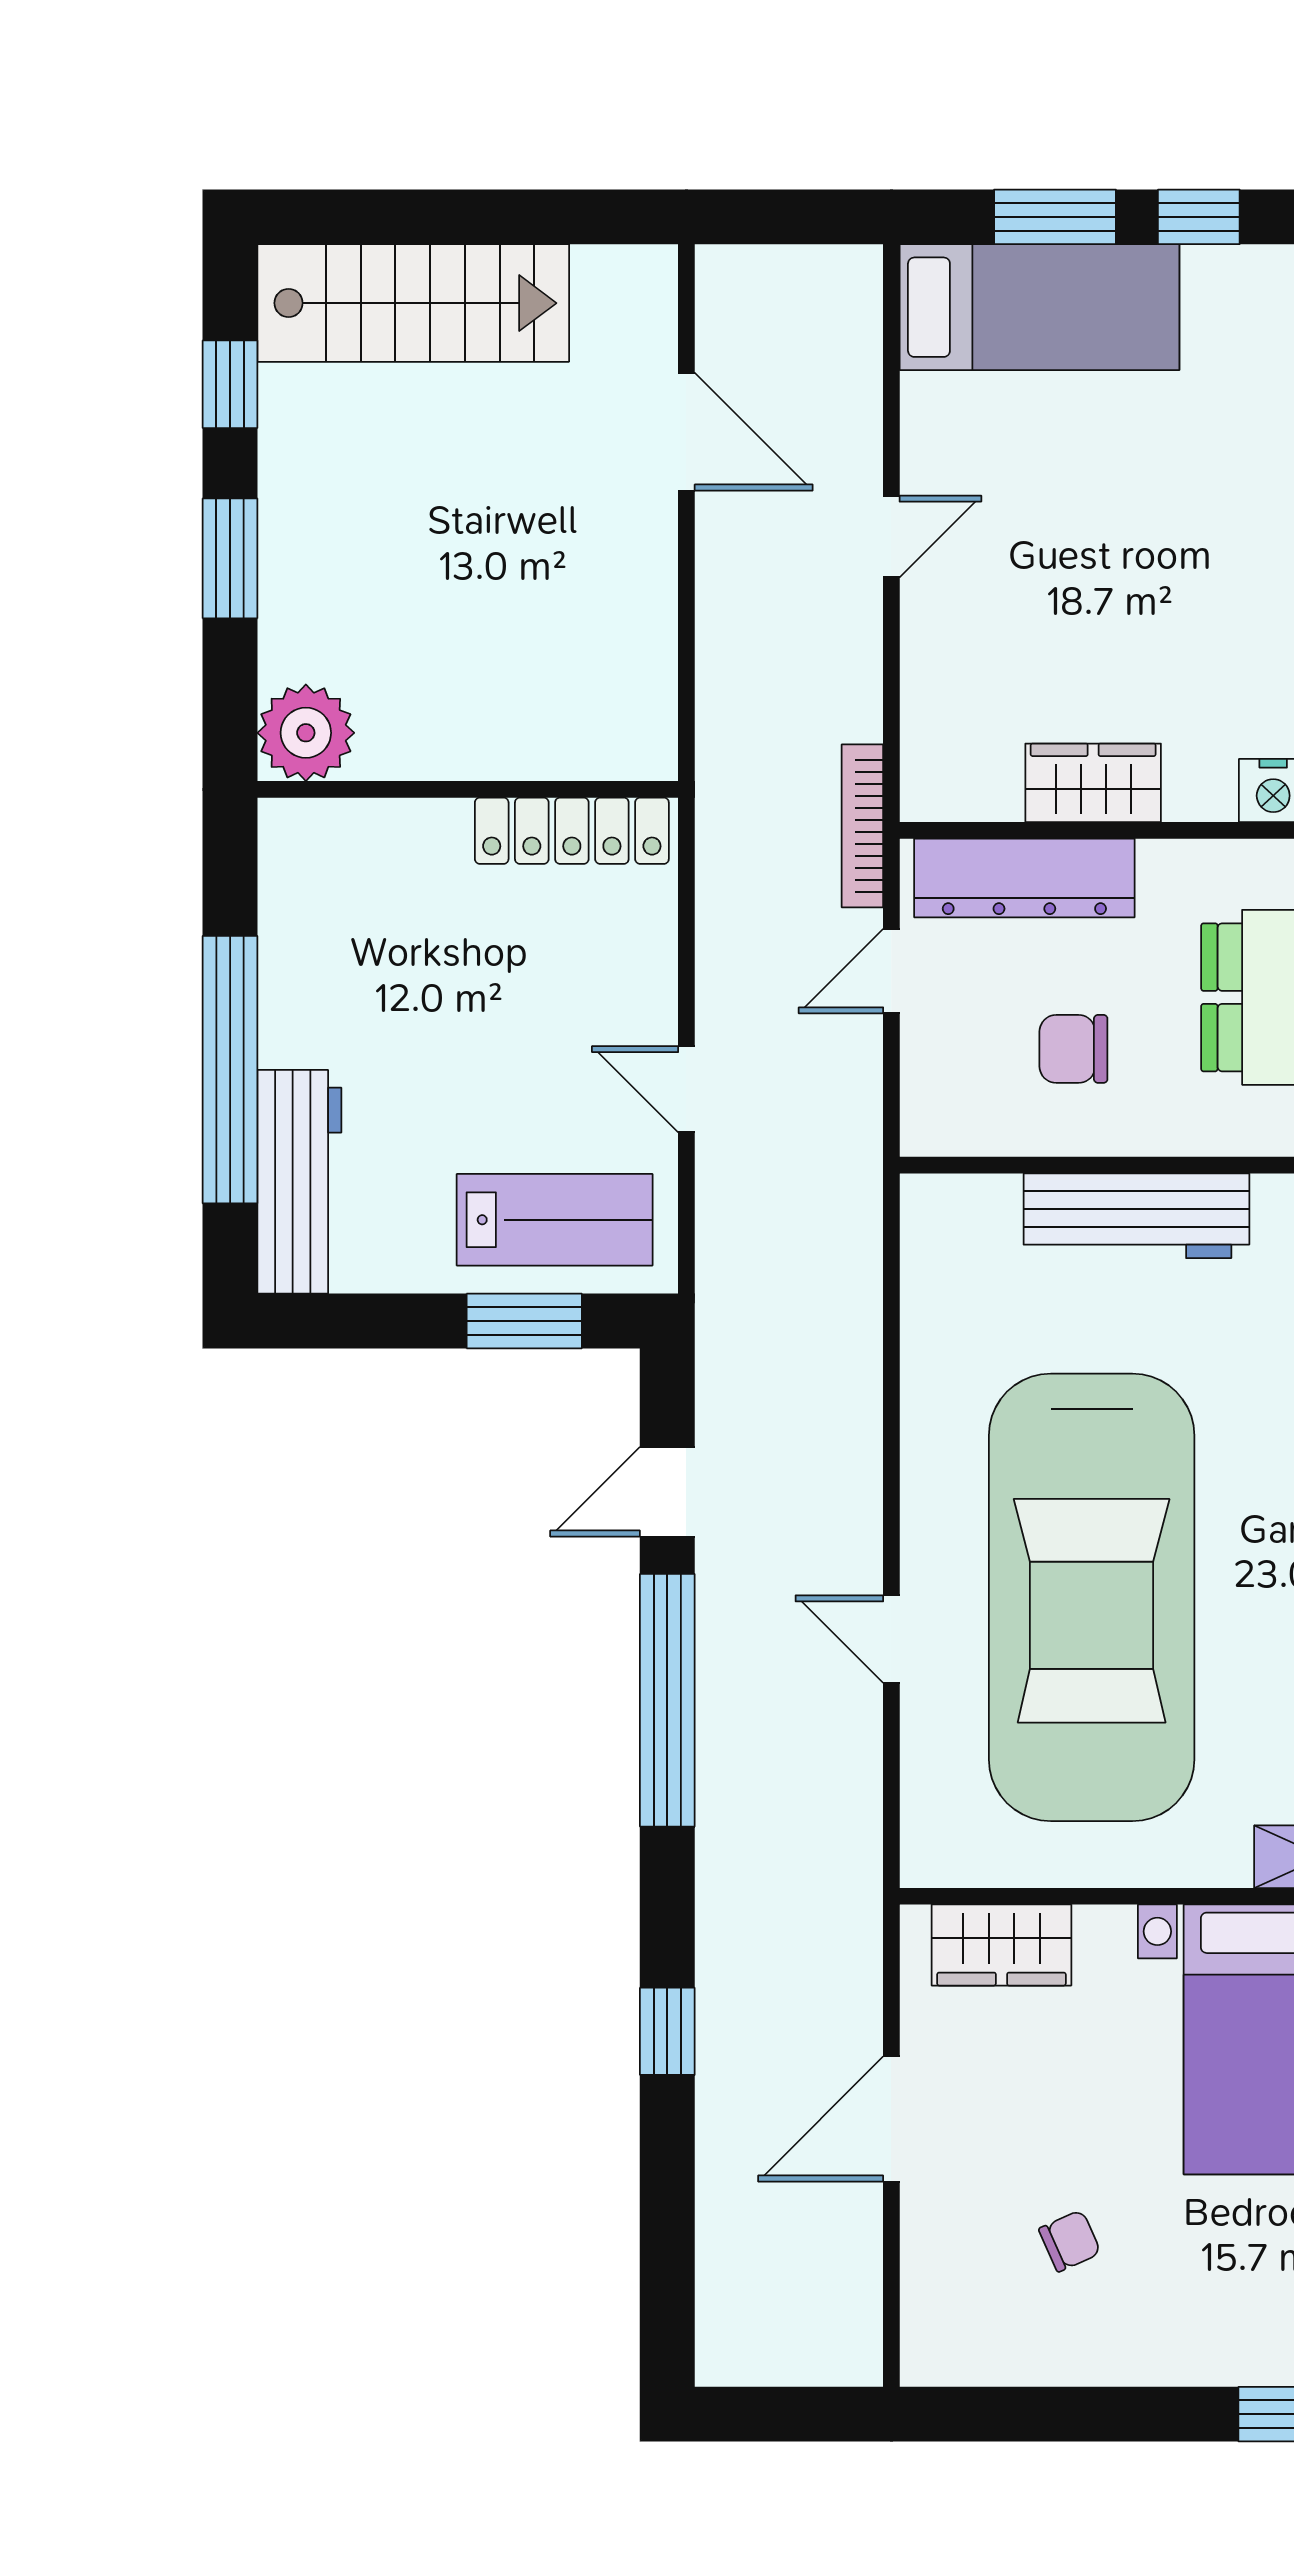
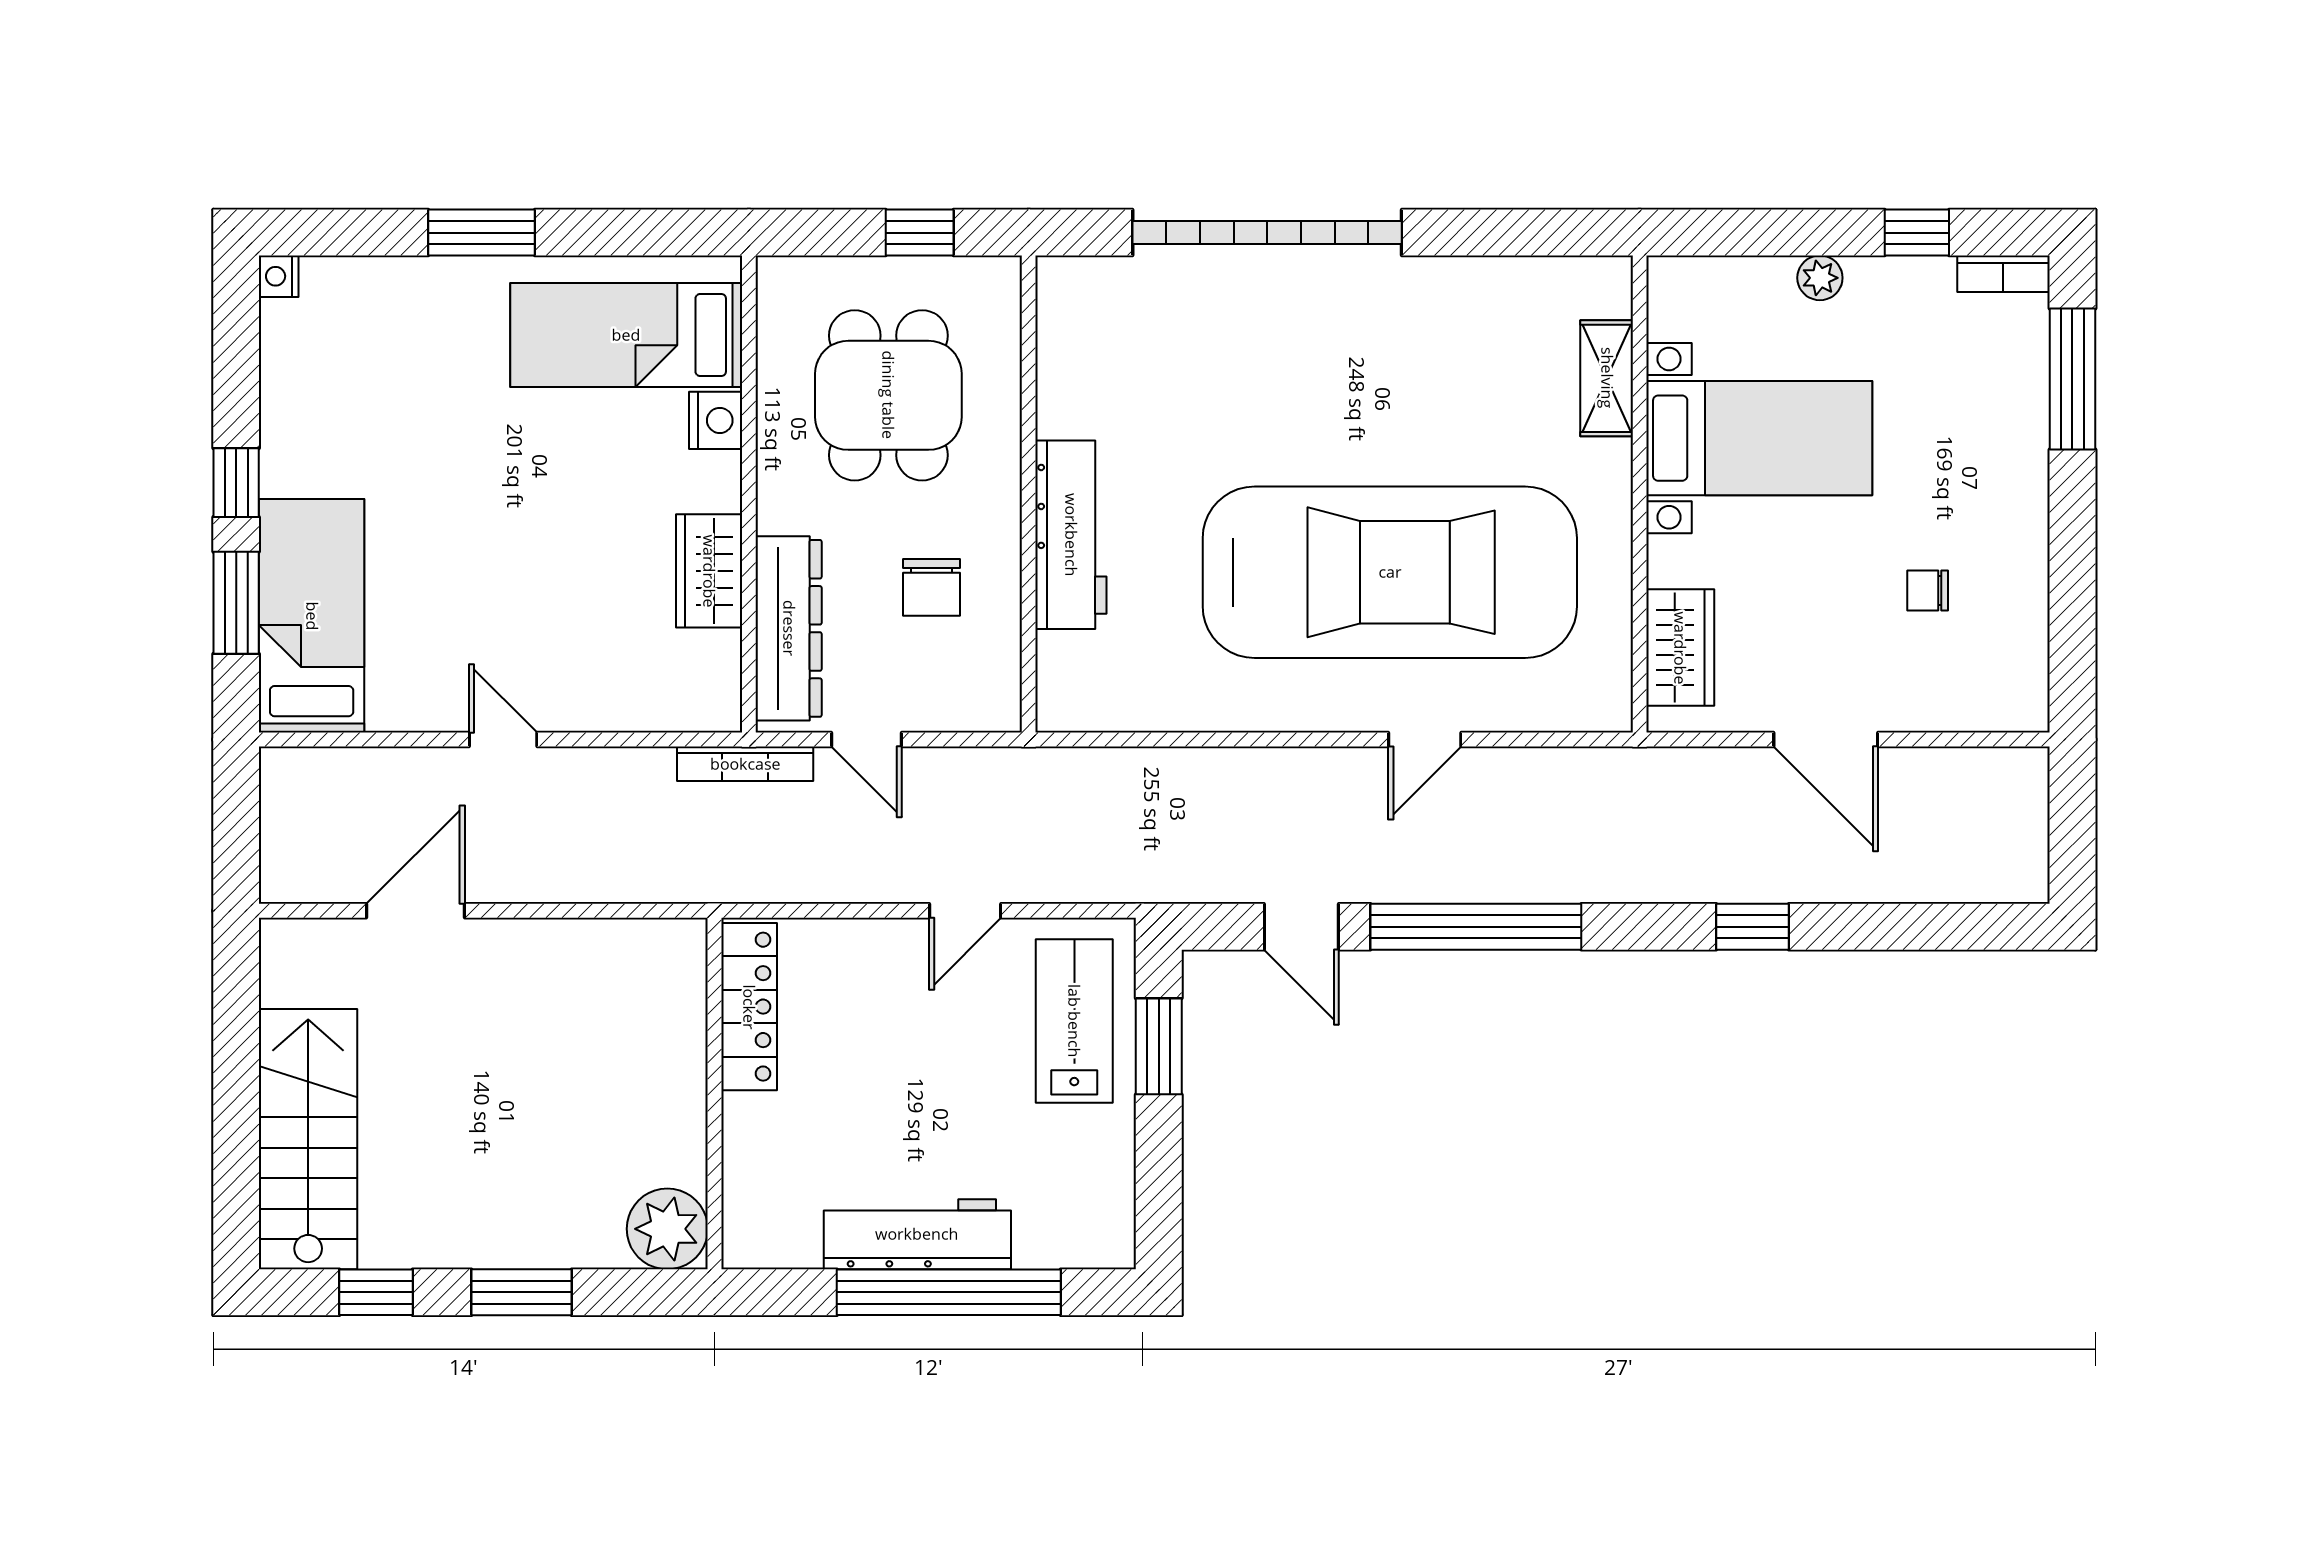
workbench: (299, 1182) -> (917, 1234), moved
chair: (1070, 2241) -> (1928, 590), turned -66

